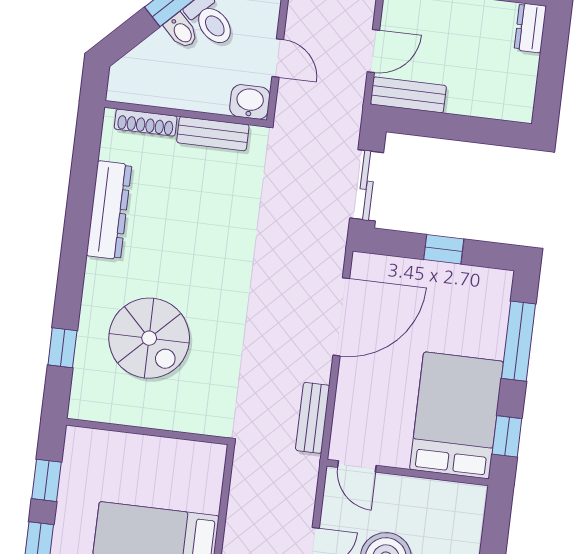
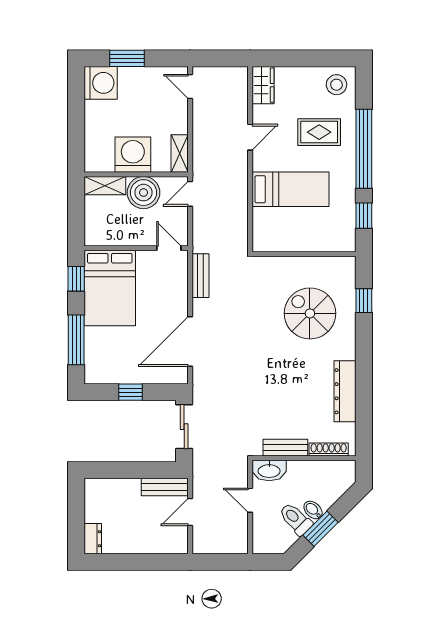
washbasin: (250, 102) -> (269, 470), width x1.38

